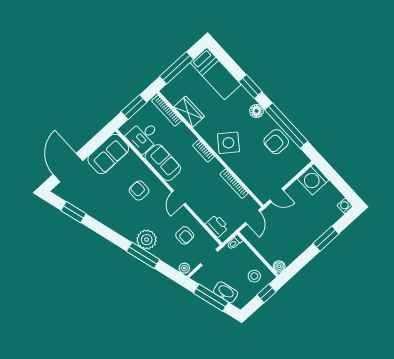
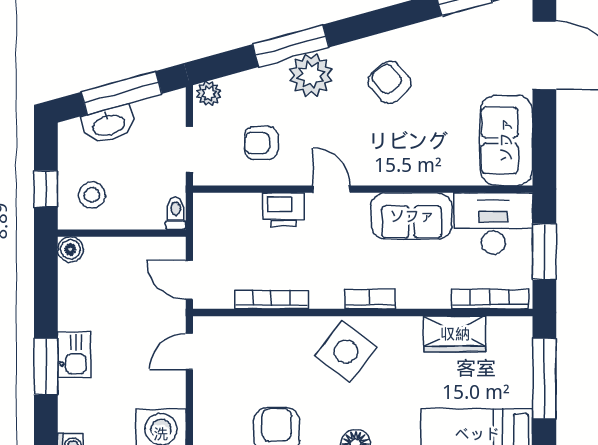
desk: (143, 136) -> (493, 223), width x1.37
armchair: (139, 190) -> (390, 82), moved, turned -131
printer: (217, 226) -> (284, 210), moved
kitchen sink: (313, 233) -> (74, 355), added

